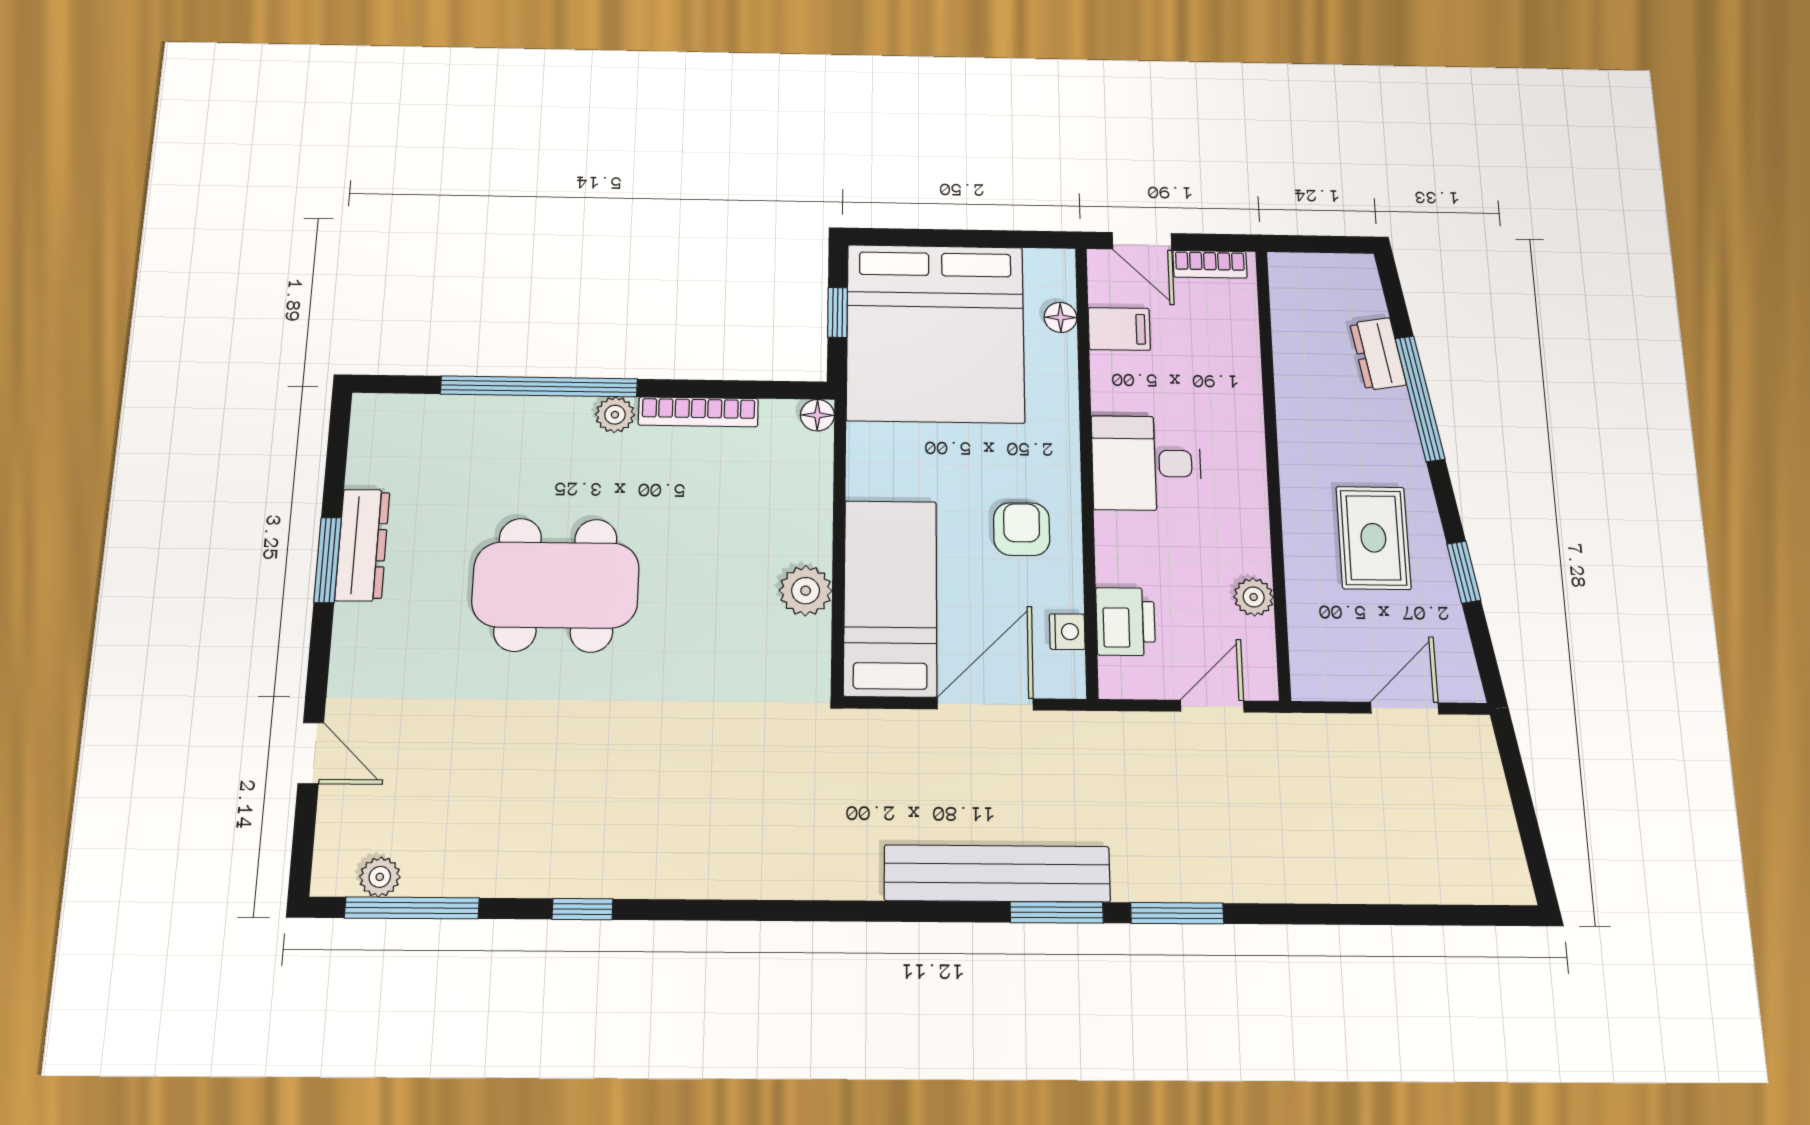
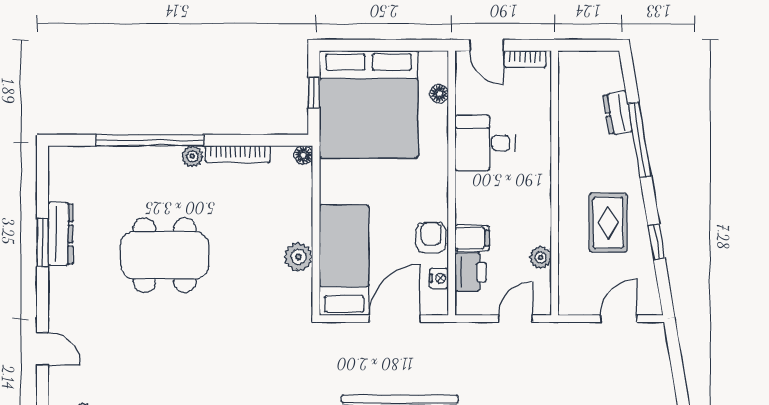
filing cabinet: (1119, 329) -> (472, 238), moved
desk: (1146, 463) -> (485, 143), moved
armchair: (1022, 529) -> (431, 238), moved

